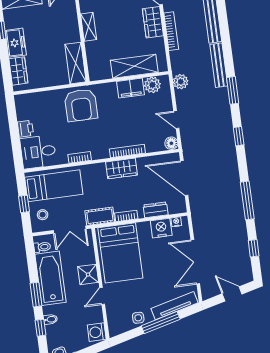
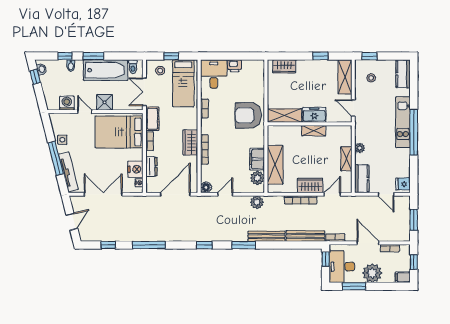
freezer: (16, 43) -> (314, 115), moved, turned 180
washing machine: (97, 332) -> (67, 103), moved

